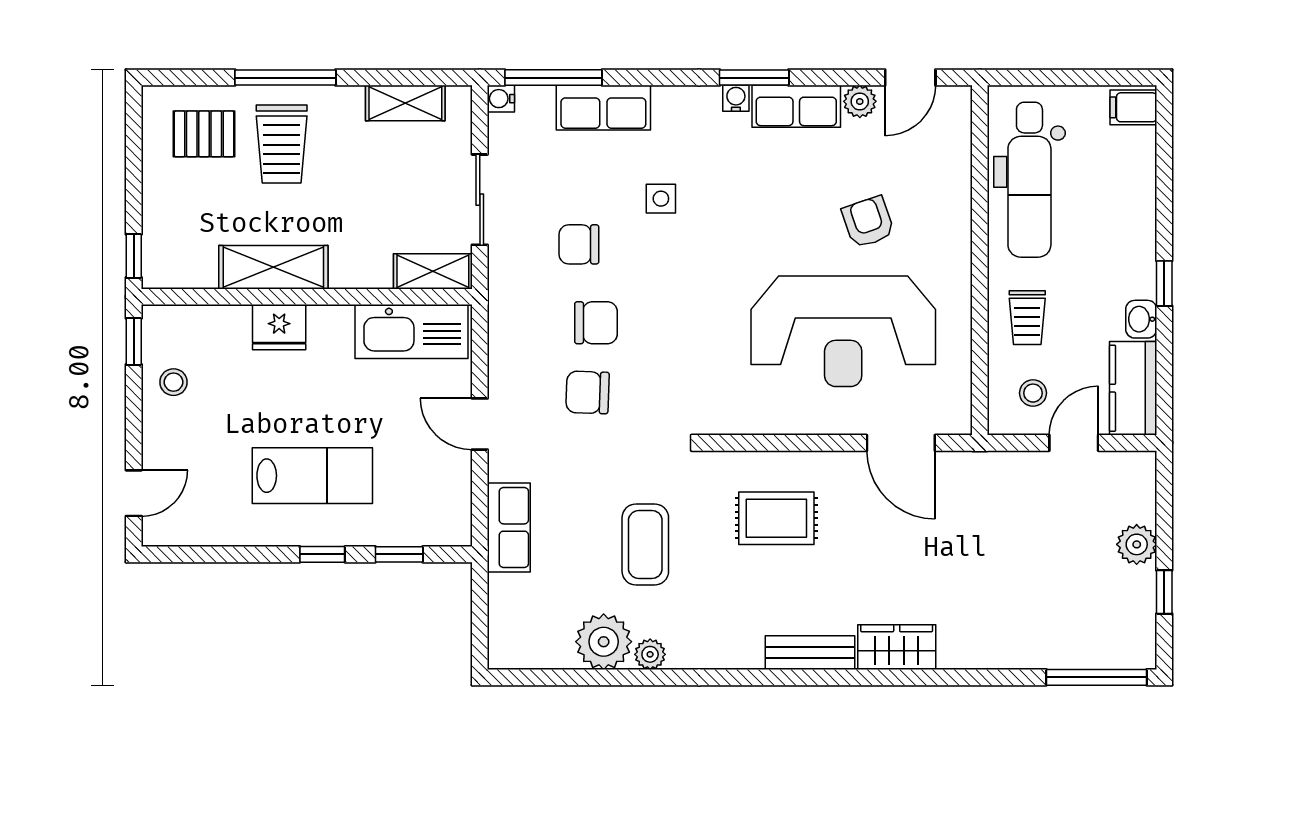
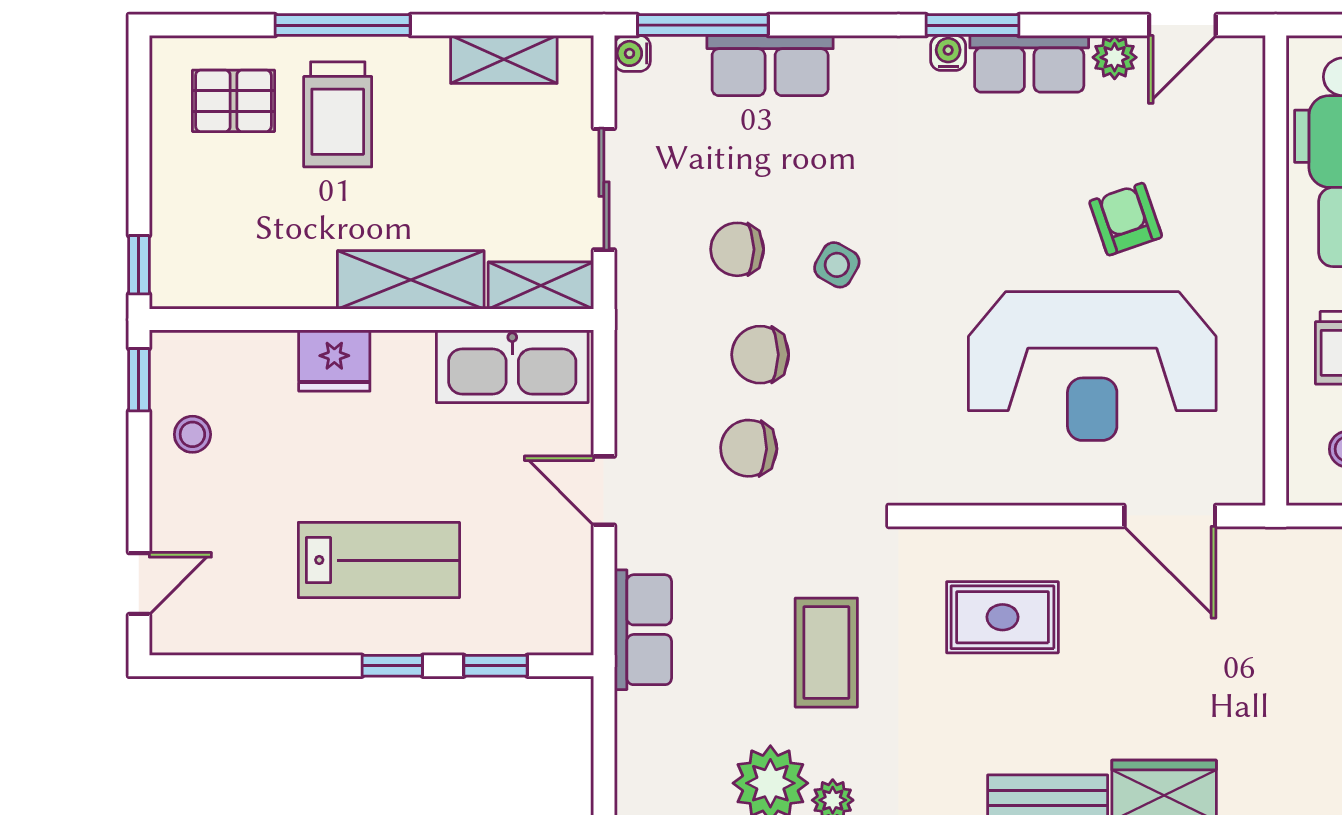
side table: (661, 199) -> (837, 265), moved, turned 30
shelving: (273, 267) -> (411, 280), moved
chair: (596, 323) -> (760, 355), turned 180

